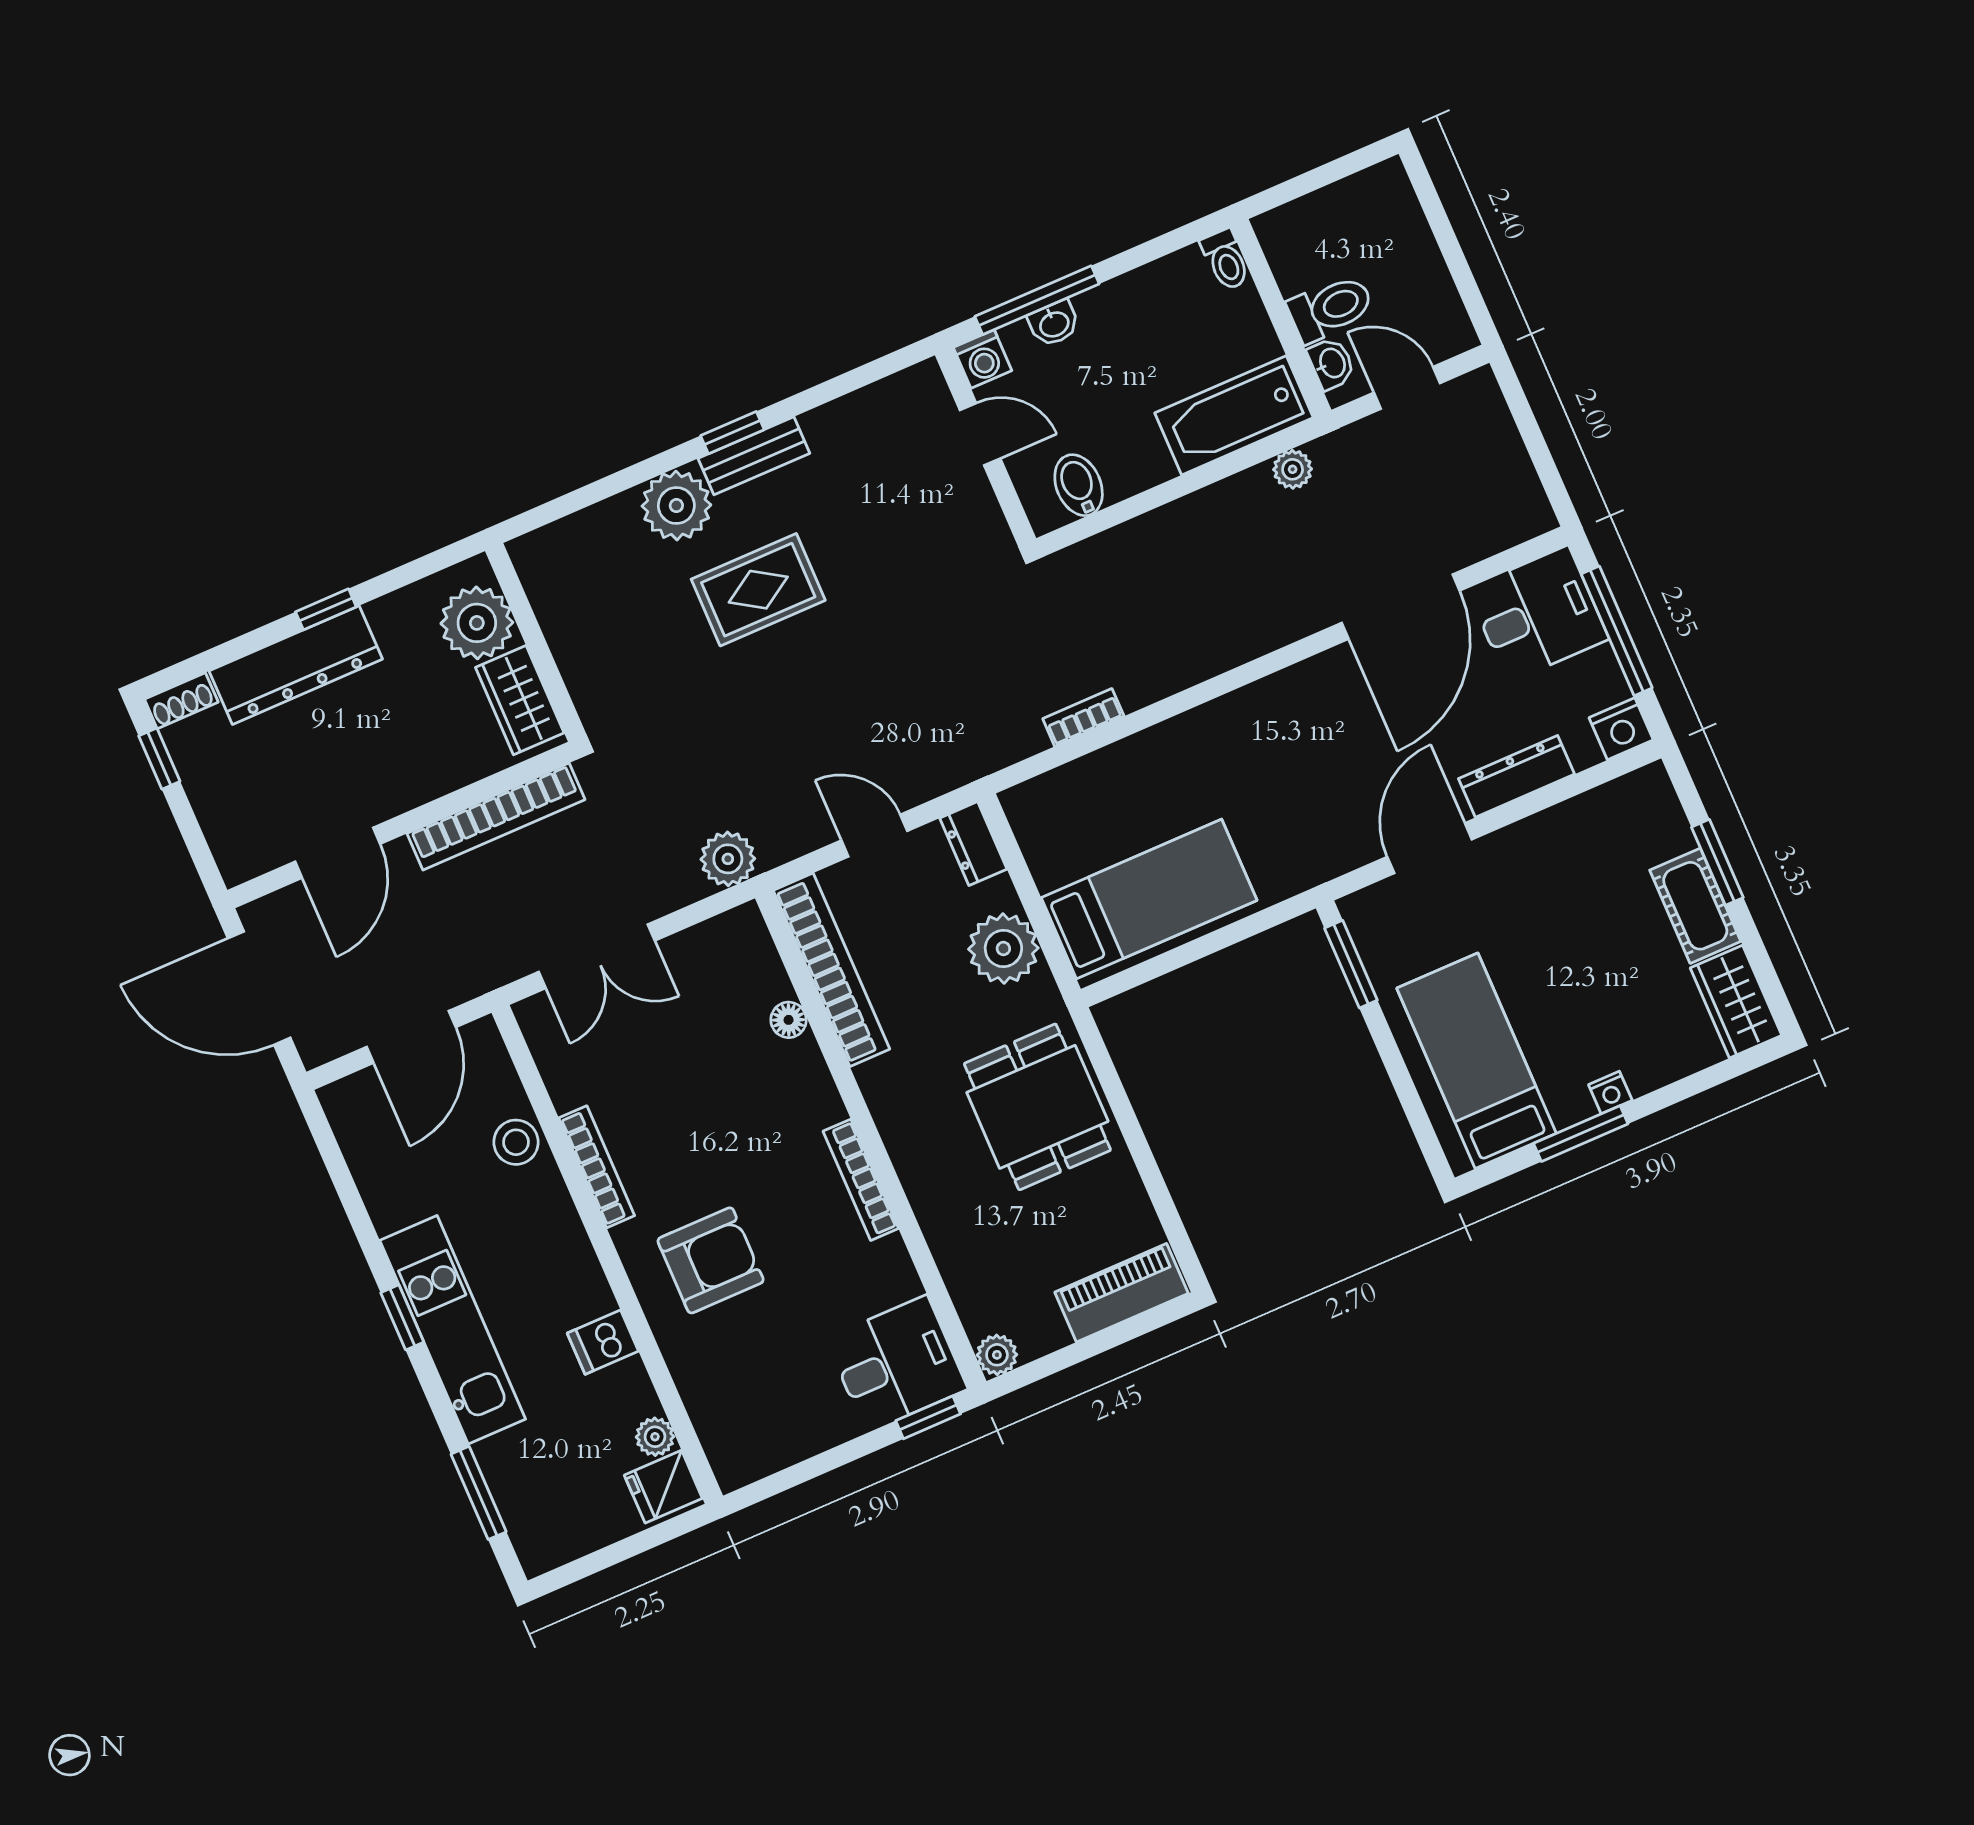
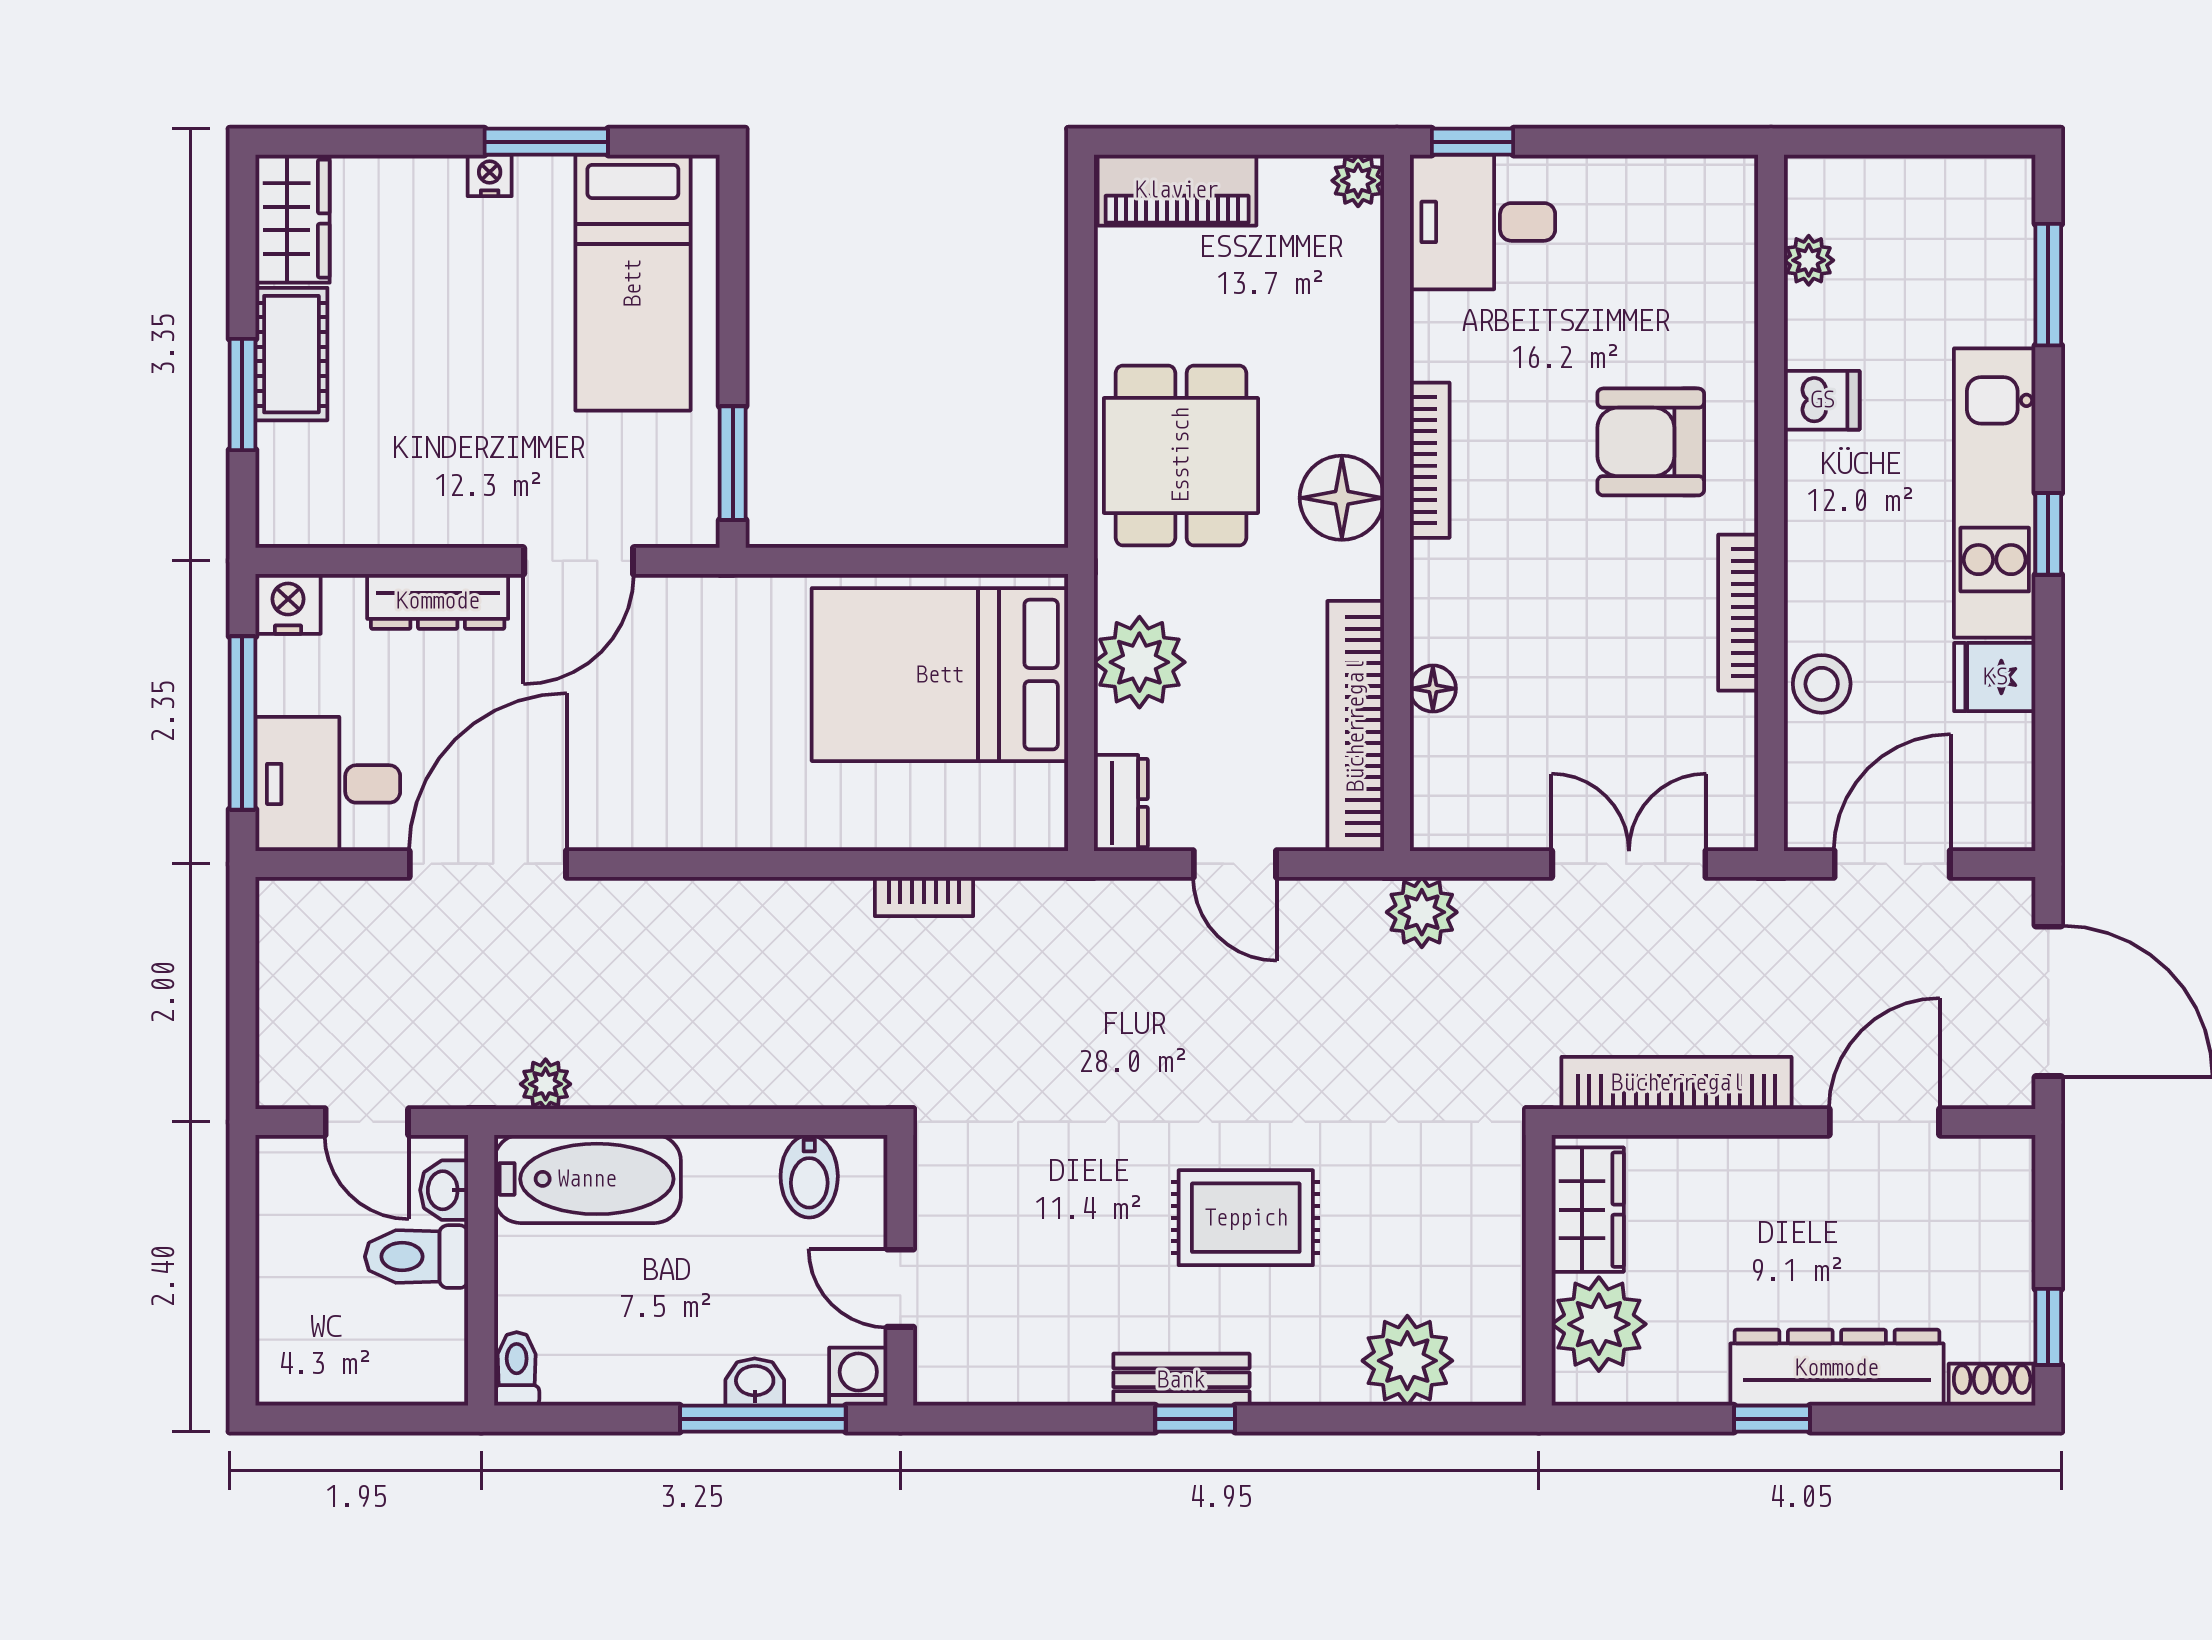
plant: (676, 506) -> (1407, 1361), moved
bed: (1149, 899) -> (940, 675), width x1.50
floor lamp: (911, 1126) -> (1342, 498), added
fridge: (663, 1487) -> (1995, 677), moved, turned 180

